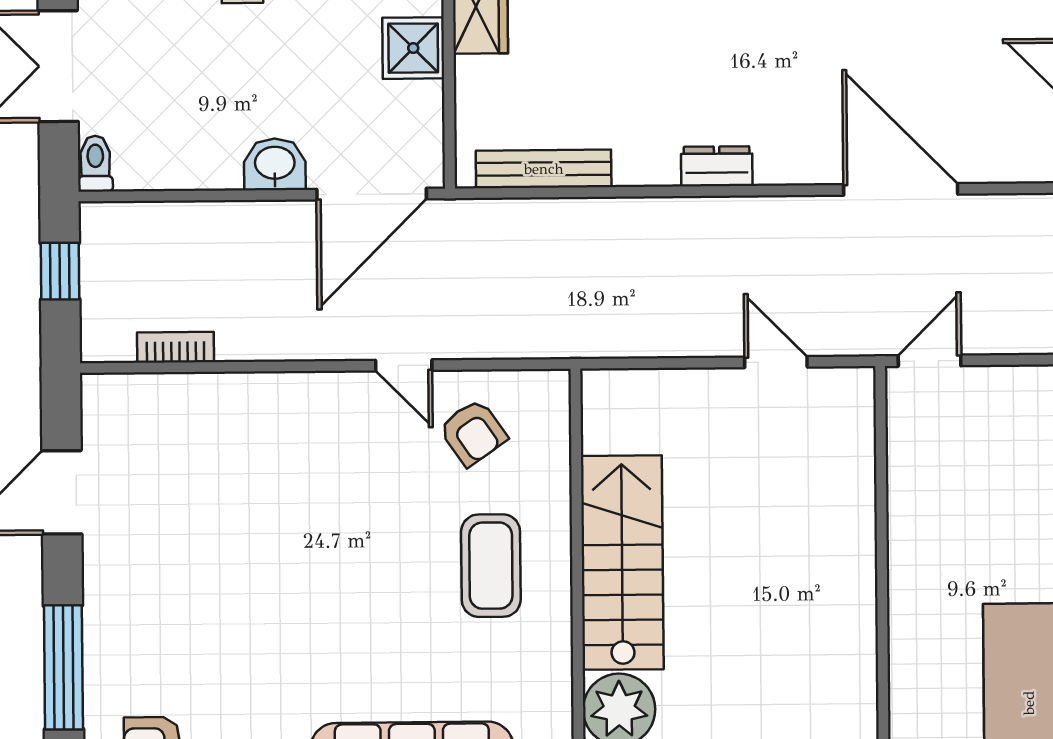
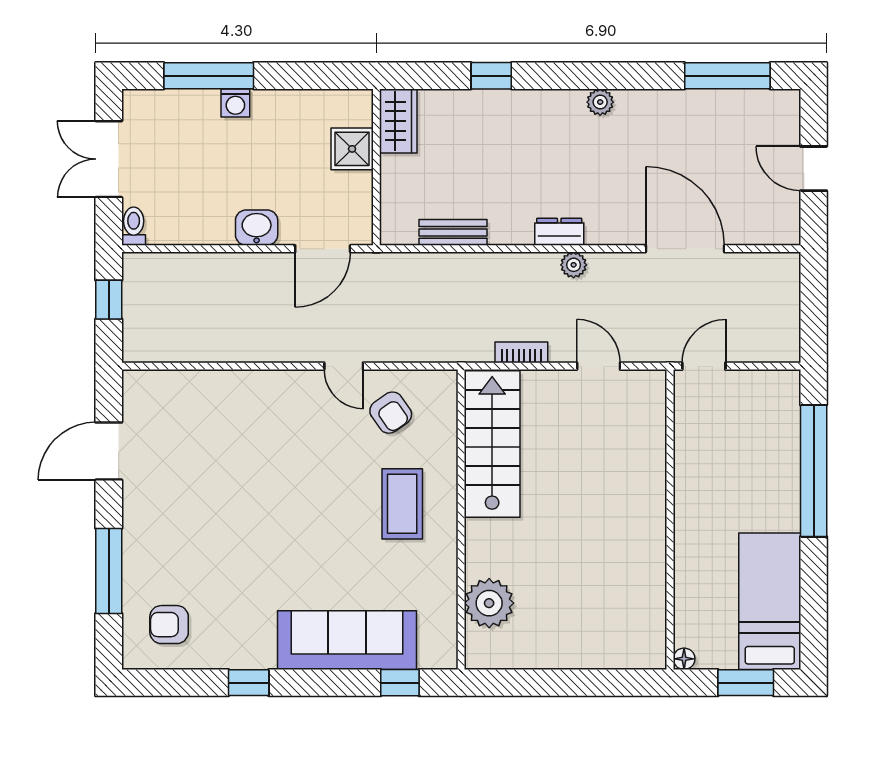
bench: (544, 169) -> (453, 232), width x0.73
door: (372, 194) -> (323, 249), width x0.73
plant: (738, 215) -> (574, 265), added
bookcase: (176, 347) -> (521, 352), moved
stairs: (622, 563) -> (492, 444), moved

